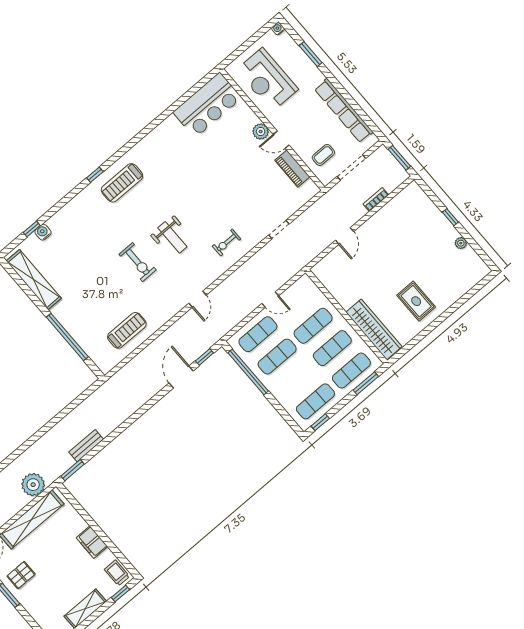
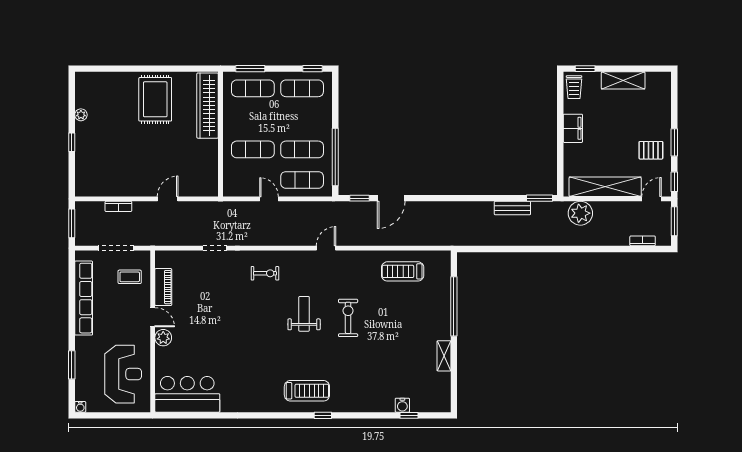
shelving: (34, 280) -> (444, 356), width x0.45, depth x0.75
rug: (416, 301) -> (155, 99), width x1.36, depth x1.43
exercise mat: (332, 348) -> (253, 119), removed

